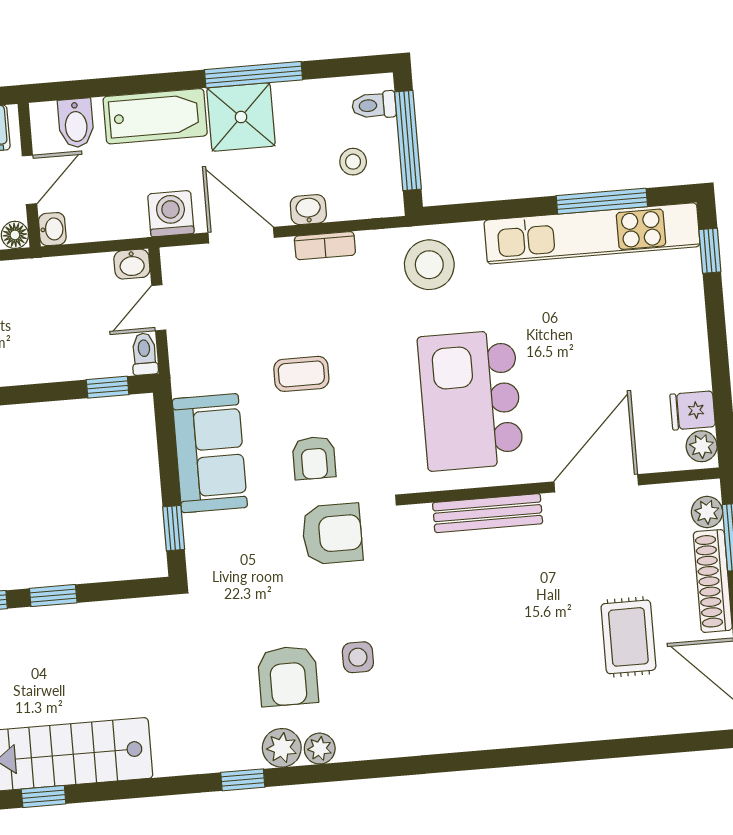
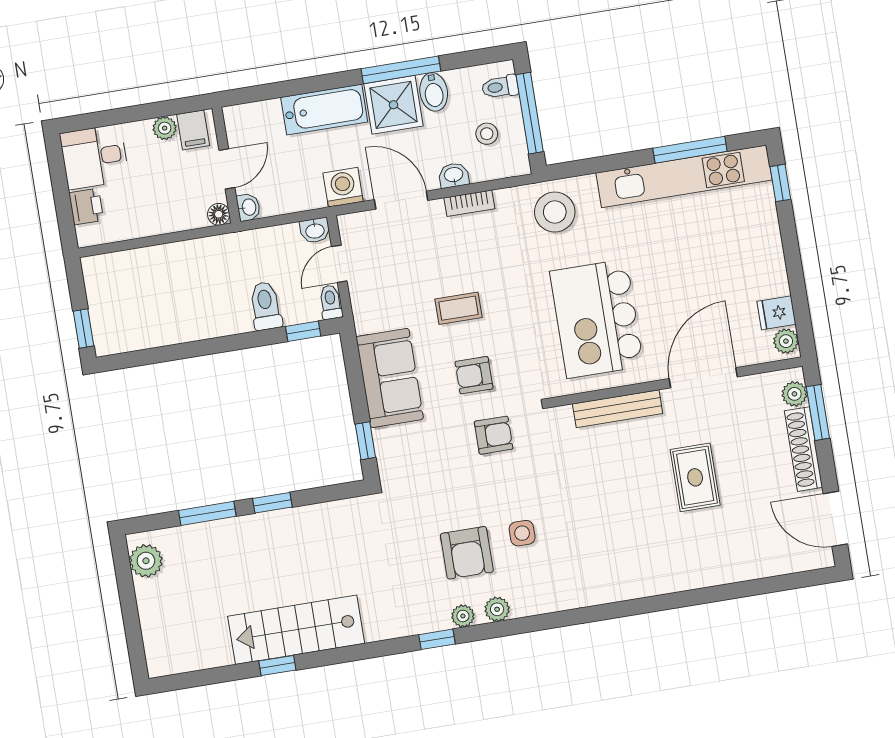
bidet: (76, 123) -> (434, 92), moved
toilet: (64, 352) -> (266, 306), added
armchair: (314, 458) -> (474, 375), turned 90
armchair: (332, 534) -> (494, 435), width x0.72, depth x0.72
rug: (628, 637) -> (695, 477), moved
plant: (282, 748) -> (463, 616), width x0.73, depth x0.73

